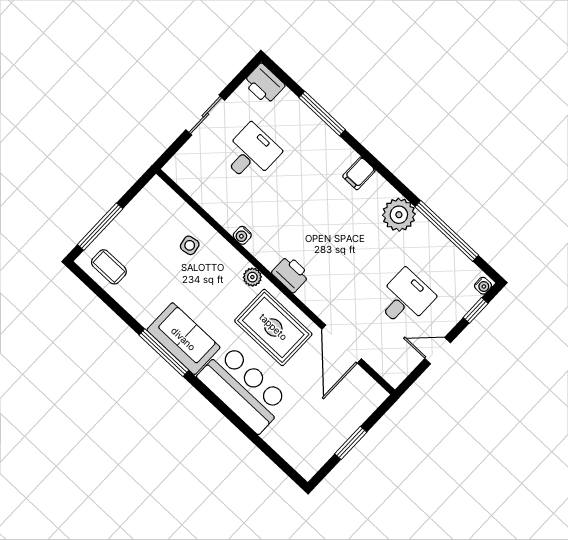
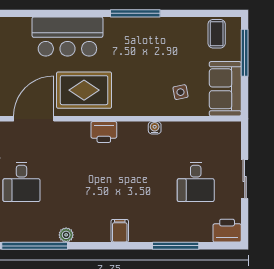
plant: (399, 215) -> (66, 235), width x0.53, depth x0.53
coffee table: (109, 267) -> (217, 34), turned 90
plant: (252, 277) -> (125, 109), removed
sofa: (183, 339) -> (225, 89), moved, turned 90
door: (342, 344) -> (34, 119), hinge flipped

